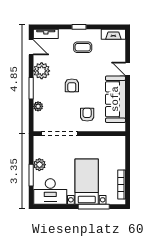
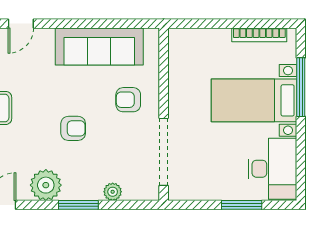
door: (128, 69) -> (21, 24), moved
plant: (39, 165) -> (222, 189), removed

